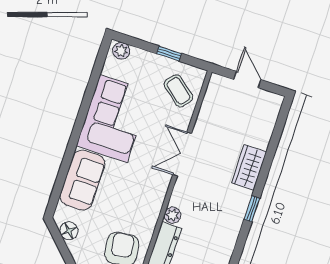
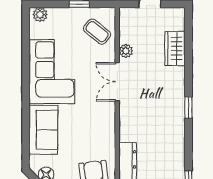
wardrobe: (249, 167) -> (175, 49), moved
plant: (173, 215) -> (126, 51), moved

